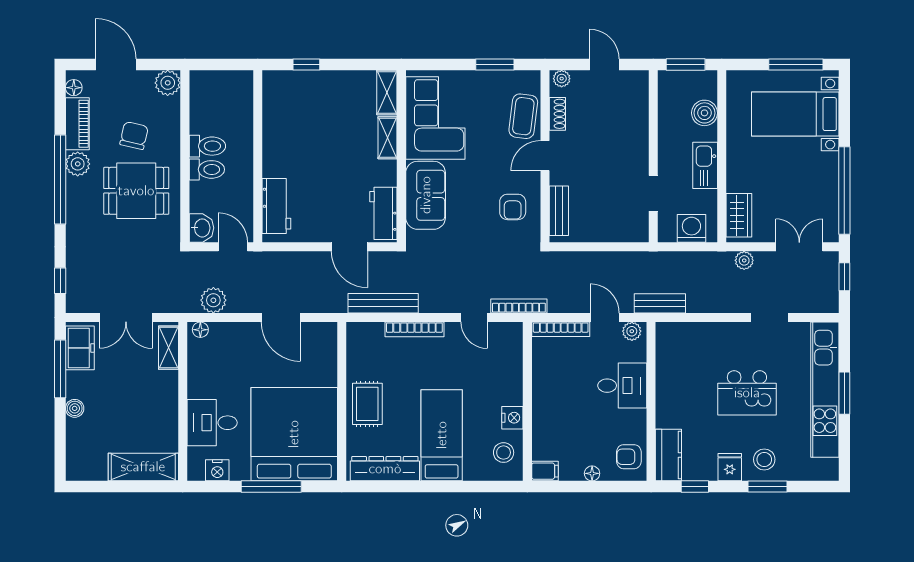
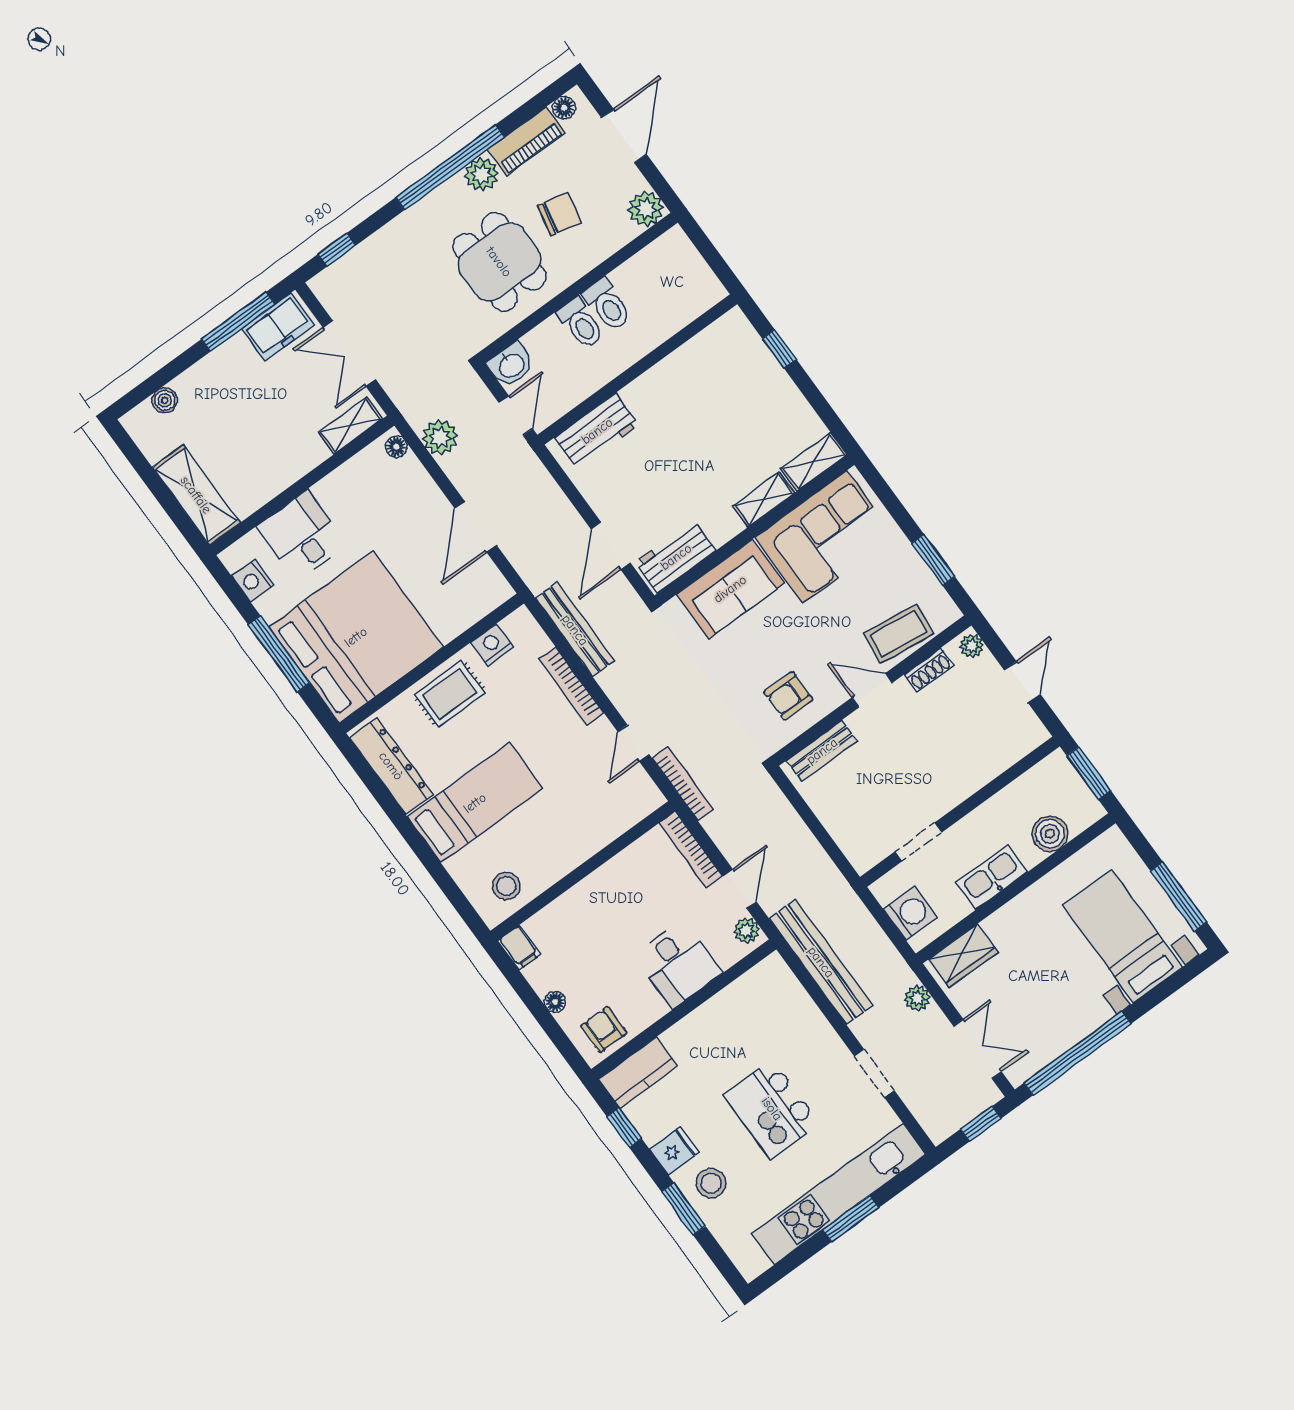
bench: (660, 303) -> (821, 962), width x1.86, depth x1.21
boiler: (75, 408) -> (165, 400), moved
nightstand: (512, 418) -> (492, 644), moved, turned 180

